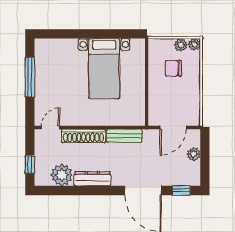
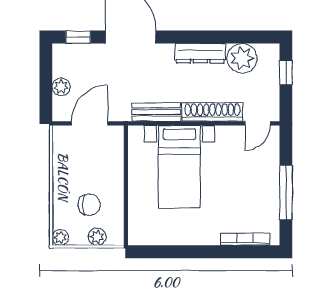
bookcase: (60, 43) -> (245, 239), added
plant: (181, 45) -> (97, 237), moved
bed with nightstands: (104, 69) -> (179, 167), moved, turned 180

